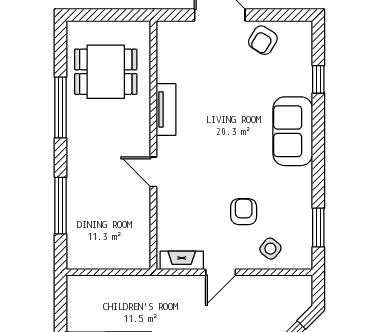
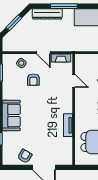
door: (153, 172) -> (74, 81), moved
door: (221, 272) -> (44, 53), swing flipped

